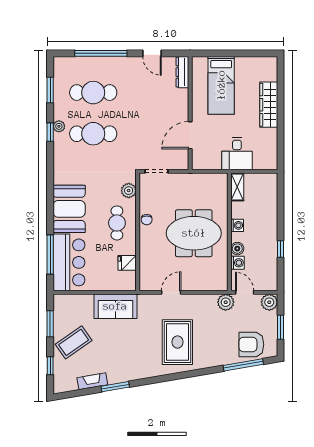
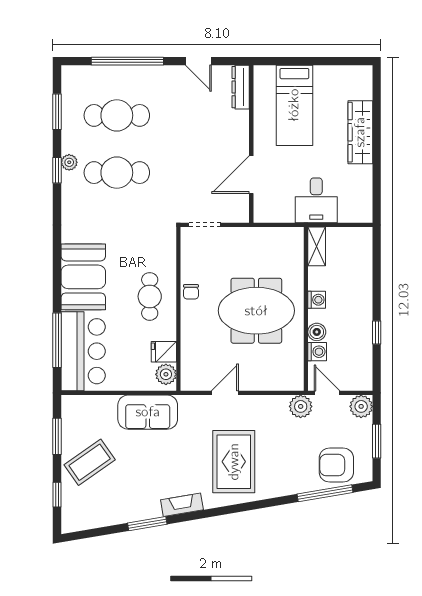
plant: (129, 191) -> (166, 374), moved
fireplace: (92, 381) -> (182, 505), moved

